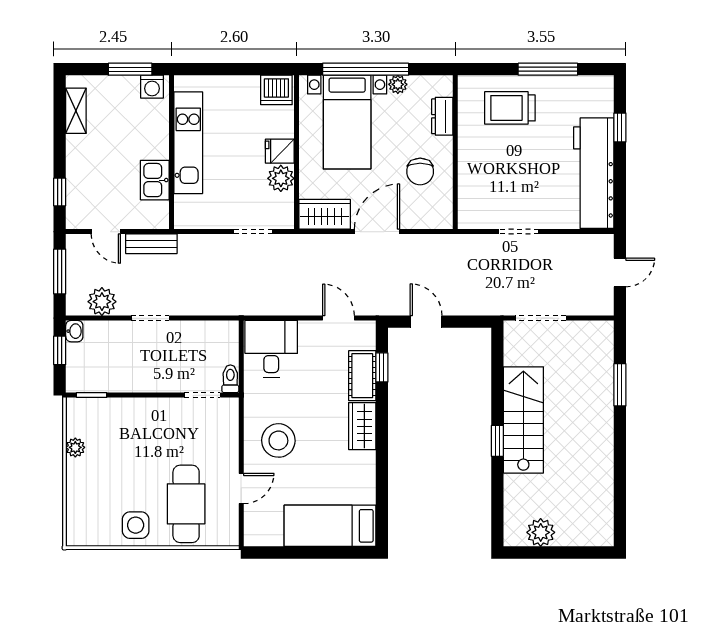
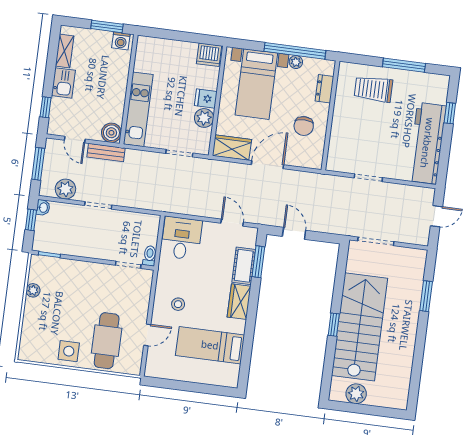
window: (366, 69) -> (295, 51), moved
kitchen unit: (188, 143) -> (138, 109), moved
kitchen sink: (155, 180) -> (63, 83), moved, turned 180
boiler: (155, 215) -> (111, 133), added
window: (382, 367) -> (258, 262), width x1.50
stairs: (523, 420) -> (360, 327), width x1.36, depth x1.51
stool: (278, 440) -> (178, 304), width x0.53, depth x0.53
bed: (330, 526) -> (210, 345), moved

